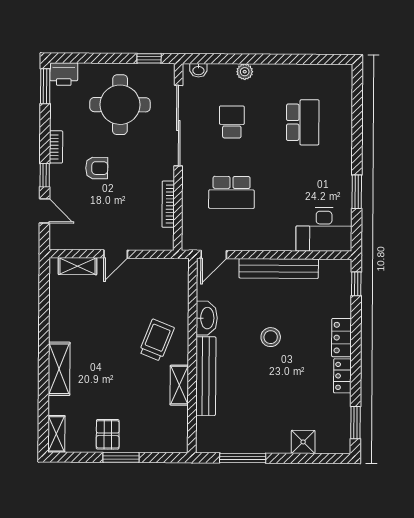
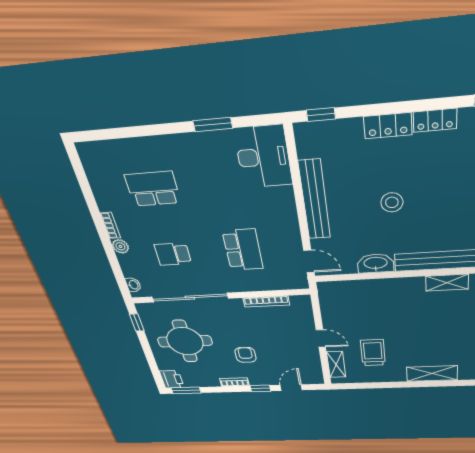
bookcase: (268, 69) -> (110, 225), added
trolley: (157, 340) -> (373, 353), moved, turned 68

